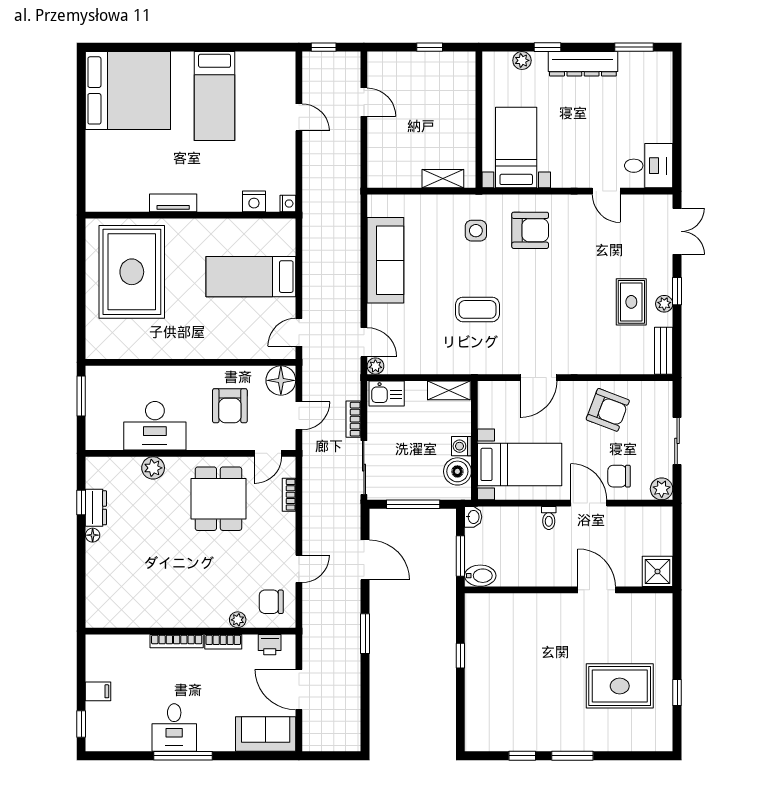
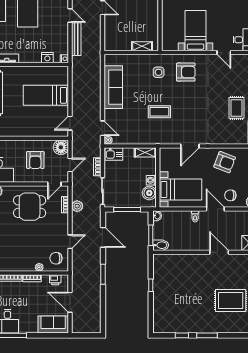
bed with nightstands: (516, 148) -> (196, 31), moved
bench: (311, 164) -> (76, 39), added
plant: (314, 498) -> (77, 206), added
dining table: (218, 499) -> (30, 207), turned 90

